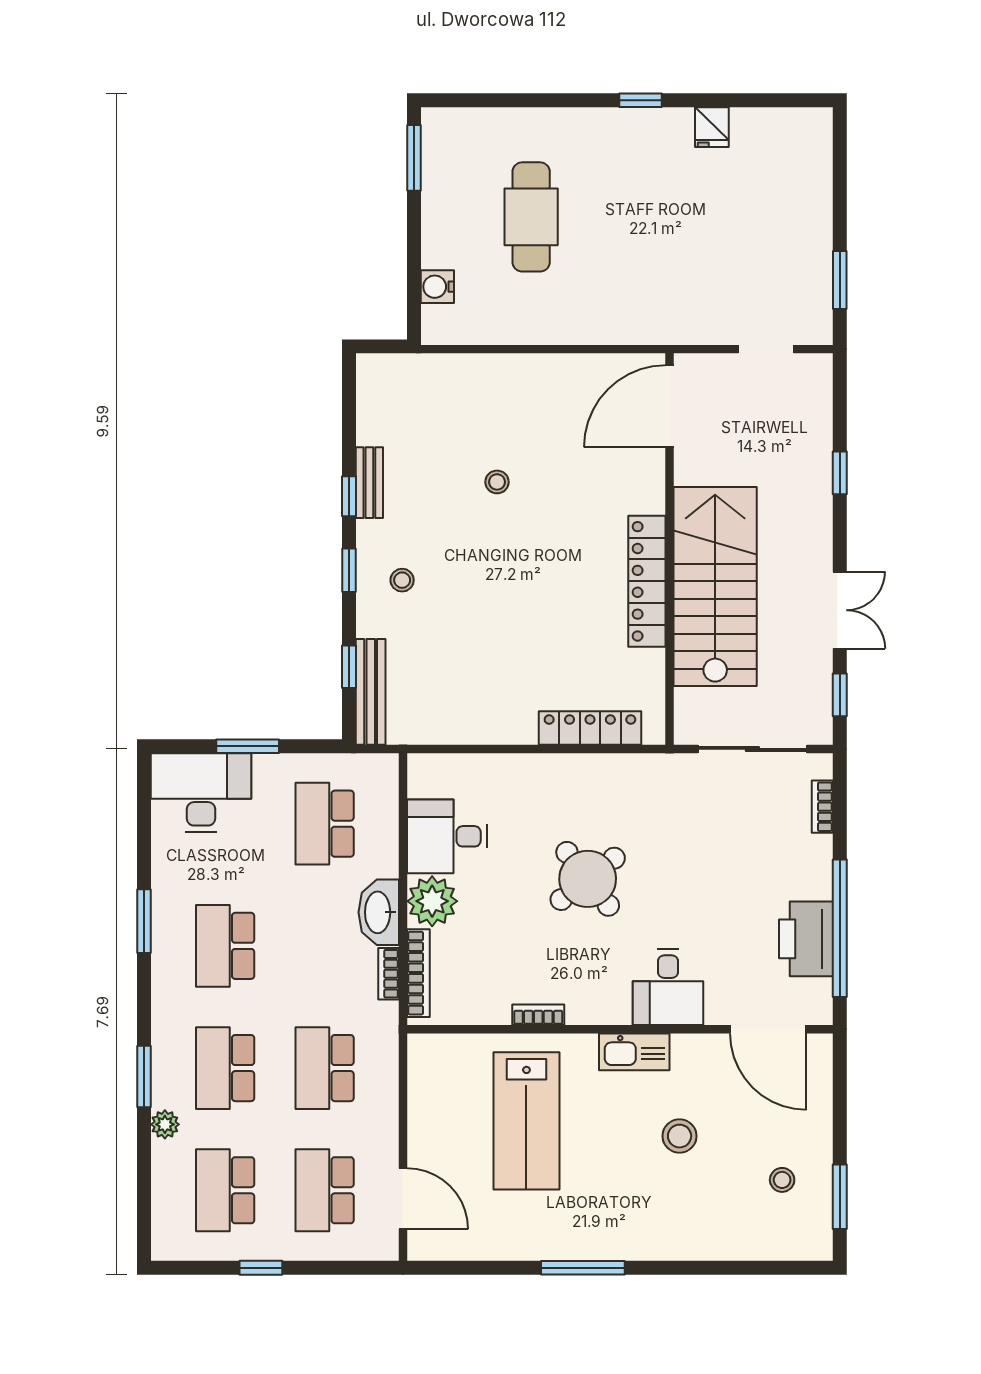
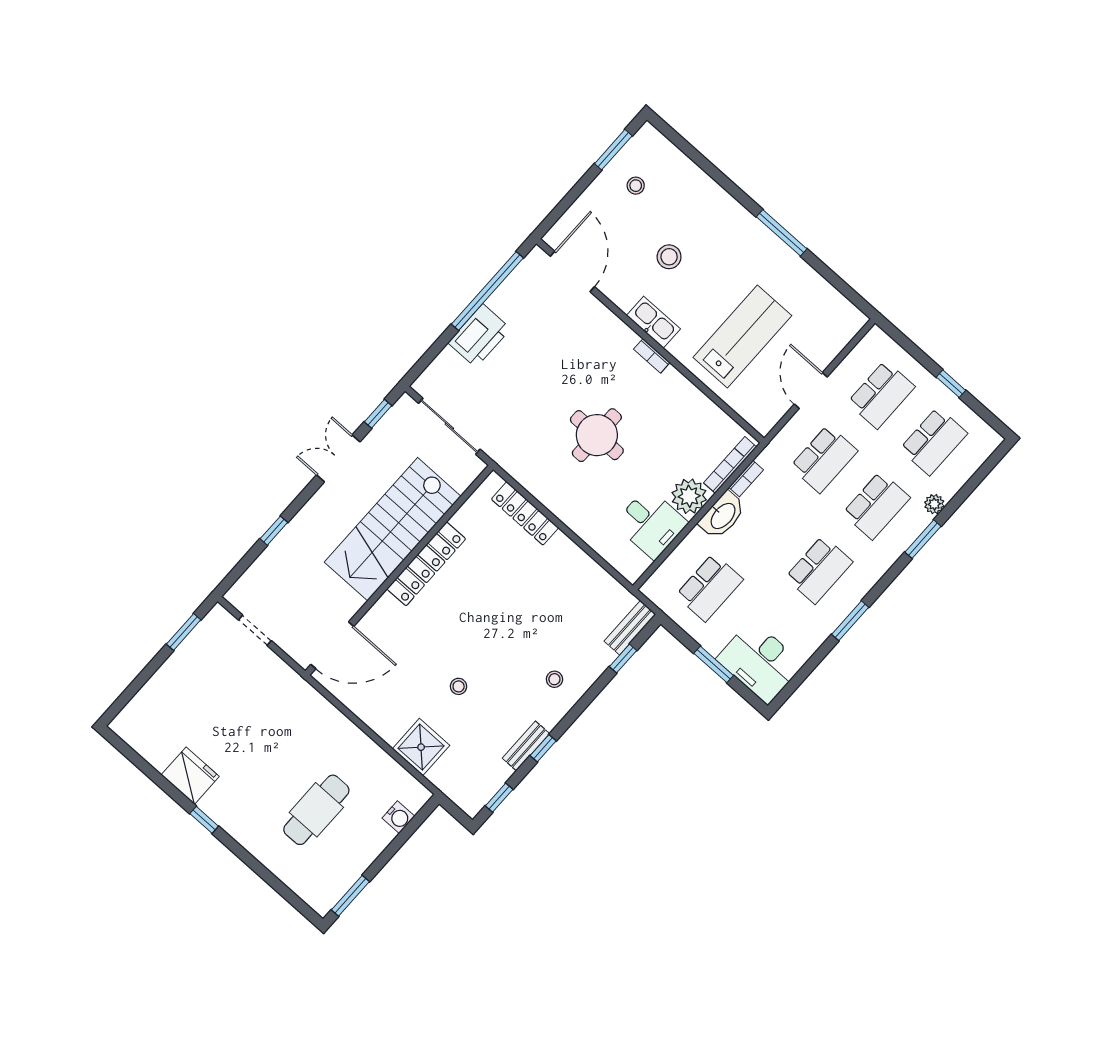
fridge: (712, 127) -> (190, 776), width x1.88, depth x1.34
shower: (479, 382) -> (421, 747), added
window: (349, 570) -> (499, 798), moved
bench: (371, 692) -> (630, 628), width x0.73
bookcase: (822, 807) -> (440, 363), removed
round table: (588, 879) -> (597, 435), turned 38
printer: (806, 939) -> (479, 336), moved
desk: (668, 987) -> (605, 341), removed
bookcase: (538, 1015) -> (652, 356), moved
door: (403, 1199) -> (811, 391), moved

